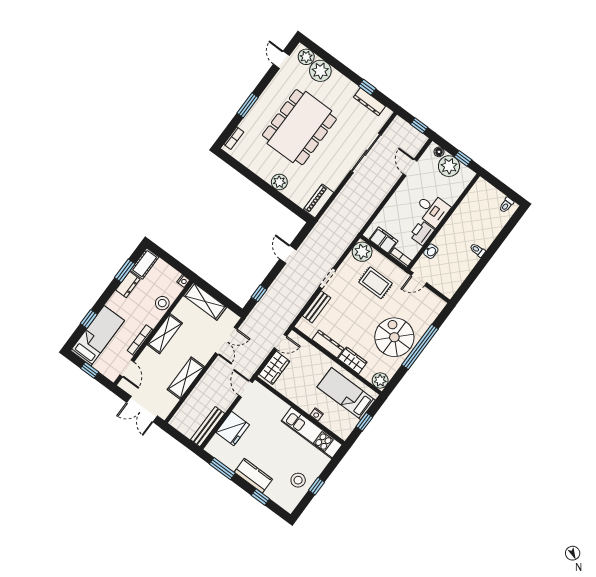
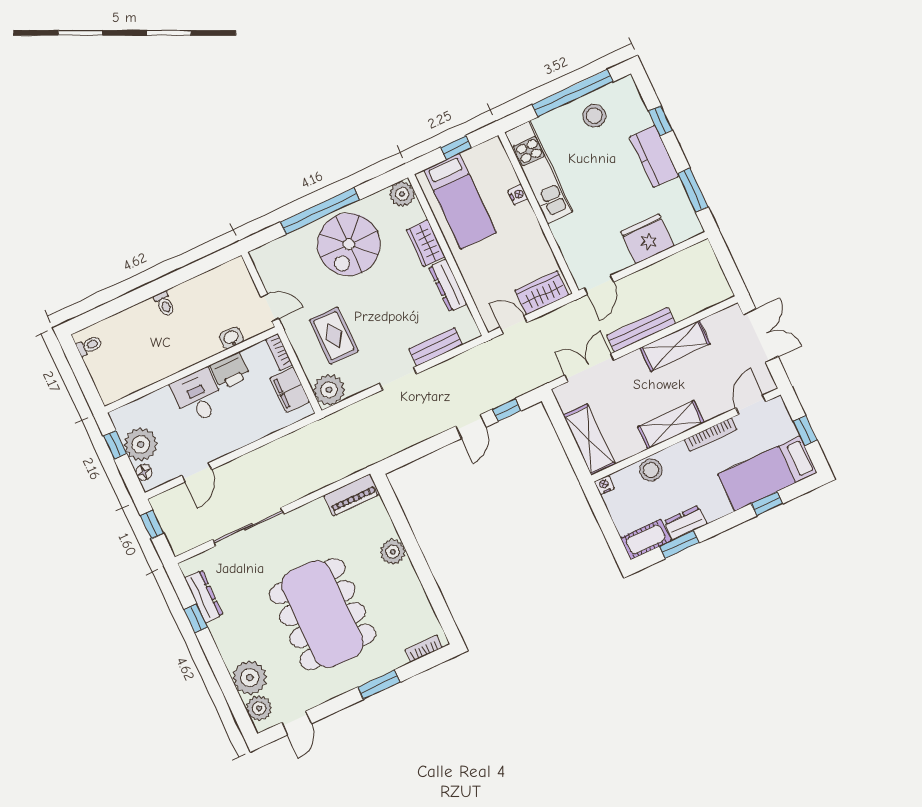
dining table: (299, 127) -> (322, 614), turned 90
door: (288, 254) -> (471, 427), moved
bench: (208, 427) -> (641, 330), moved
window: (317, 486) -> (573, 93), width x3.17

